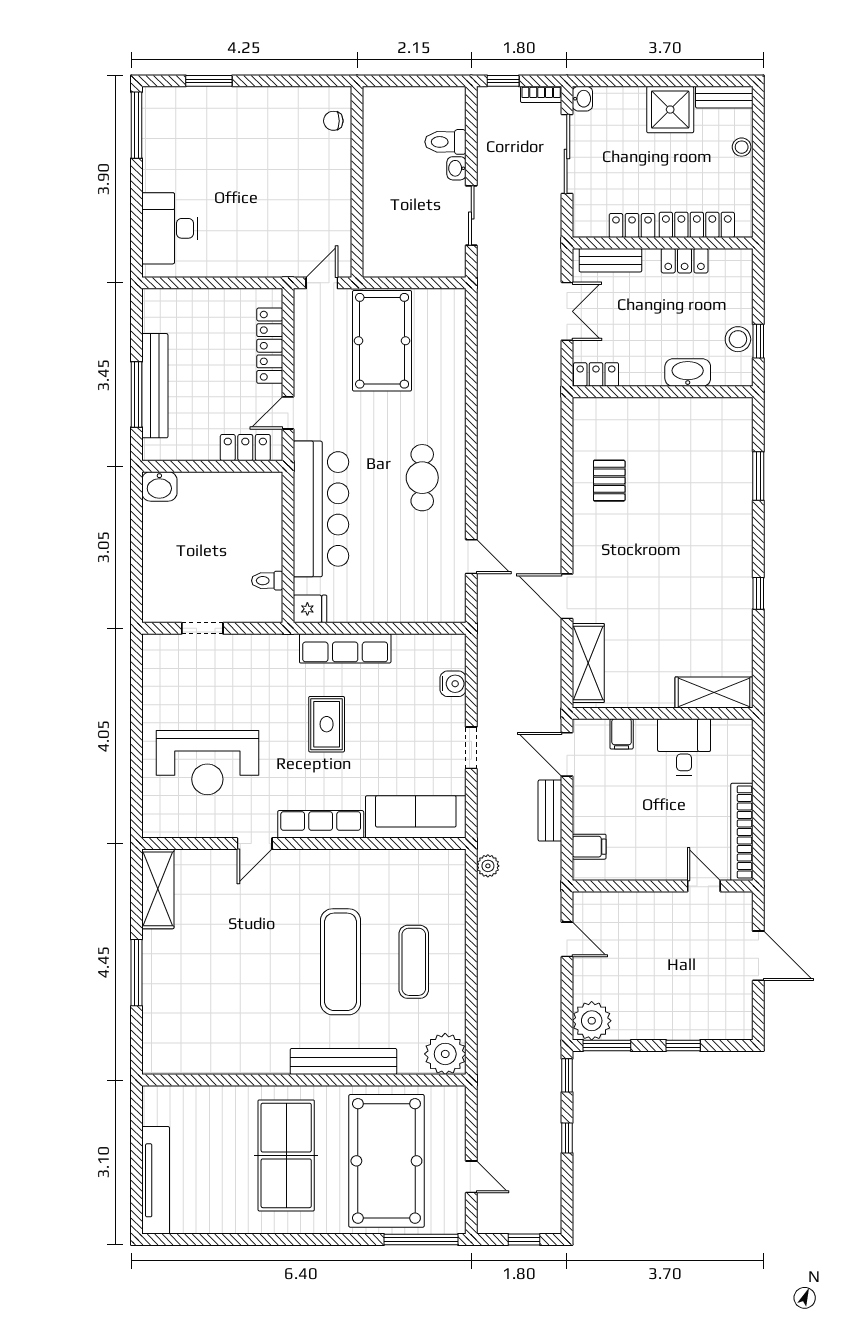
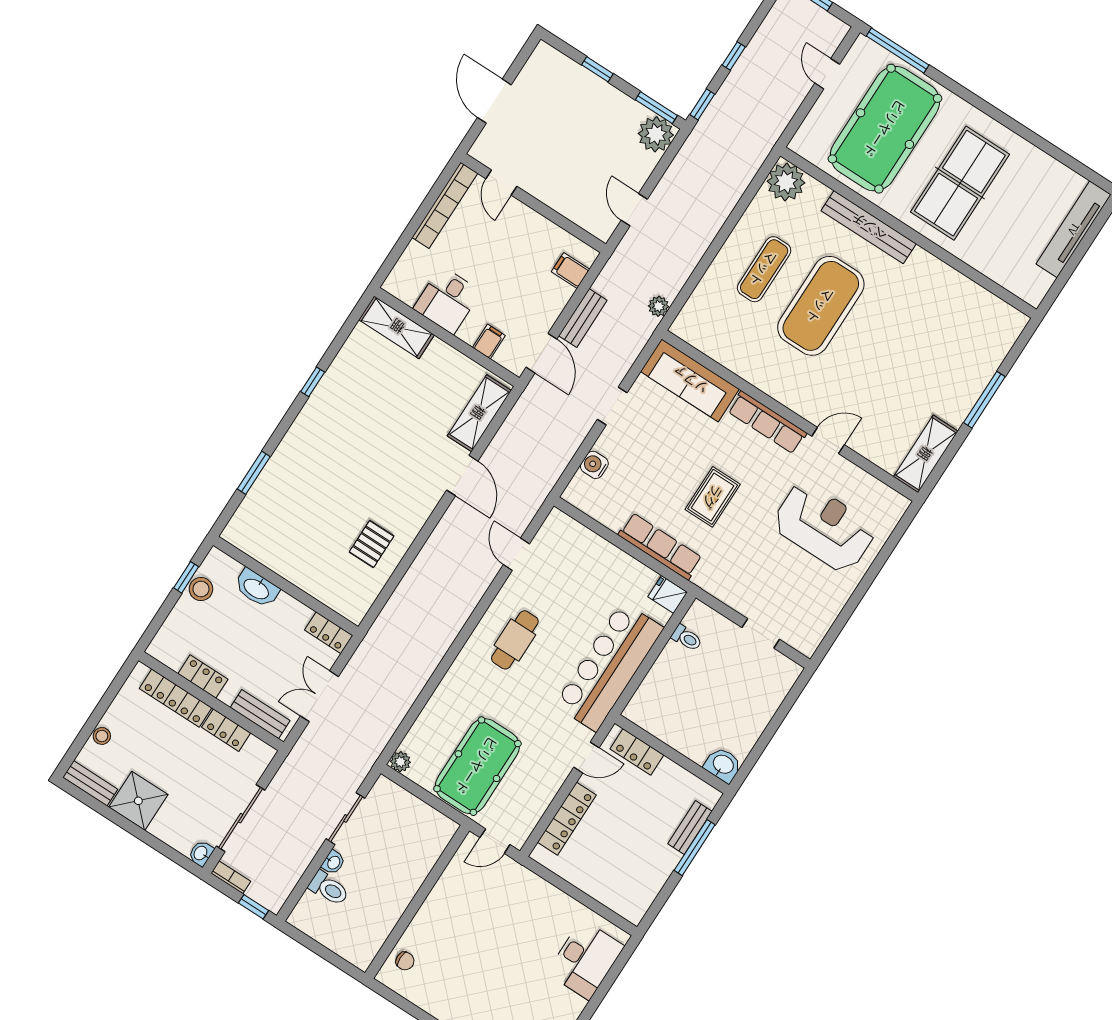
plant: (455, 299) -> (400, 762), added
bench: (155, 386) -> (690, 828), width x0.54, depth x0.82
exercise mat: (341, 962) -> (821, 306), width x1.47

